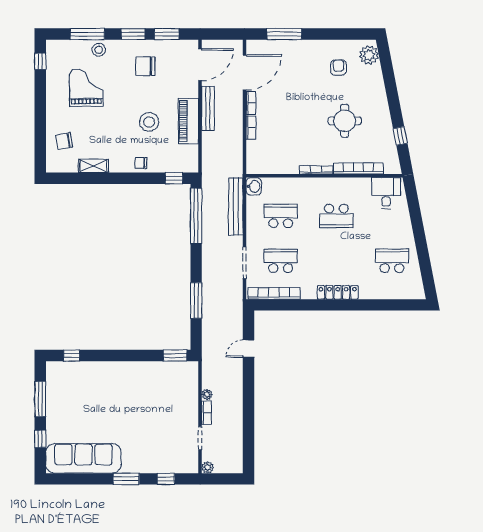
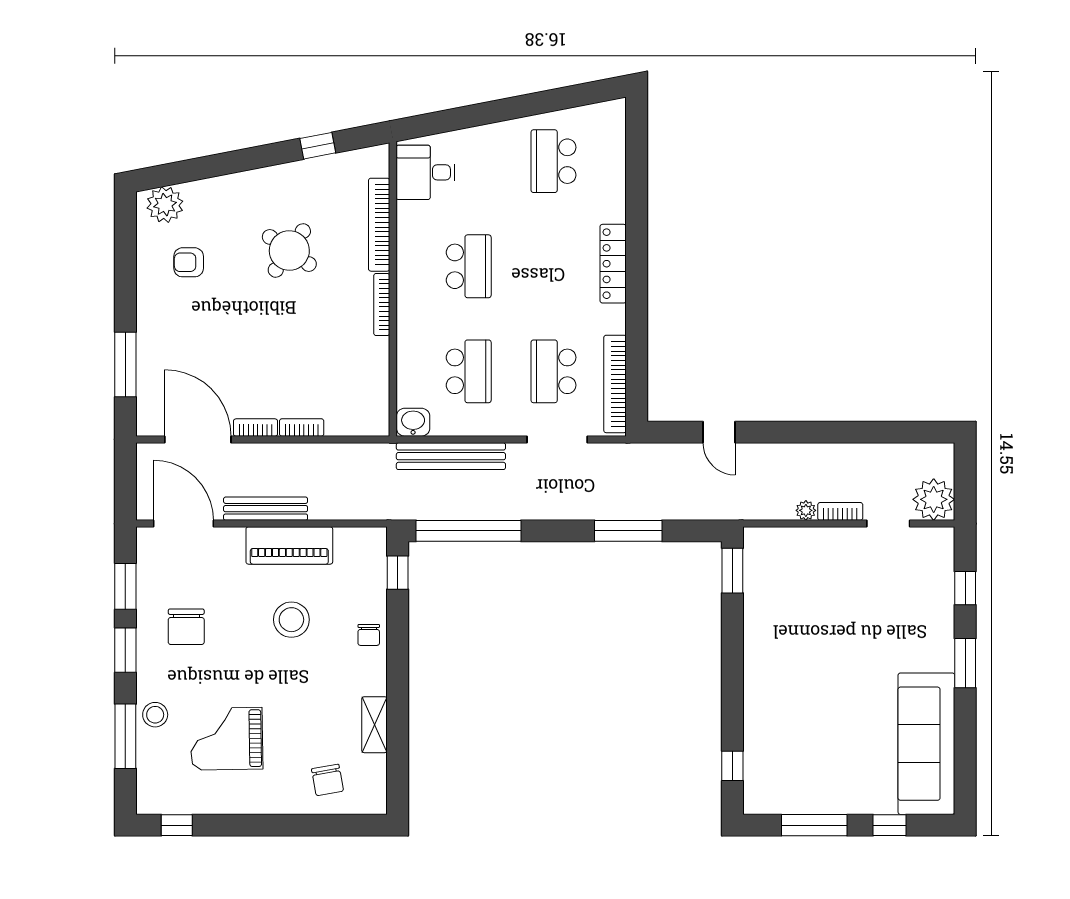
round table: (345, 121) -> (289, 250), turned 35
school desk: (281, 216) -> (469, 371), turned 180
plant: (208, 467) -> (934, 499), width x1.88, depth x1.88

